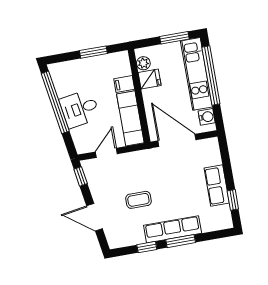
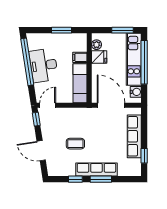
desk: (80, 109) -> (44, 65), width x1.37
door: (106, 153) -> (48, 105), moved
row of seats: (217, 186) -> (134, 136), width x1.48

